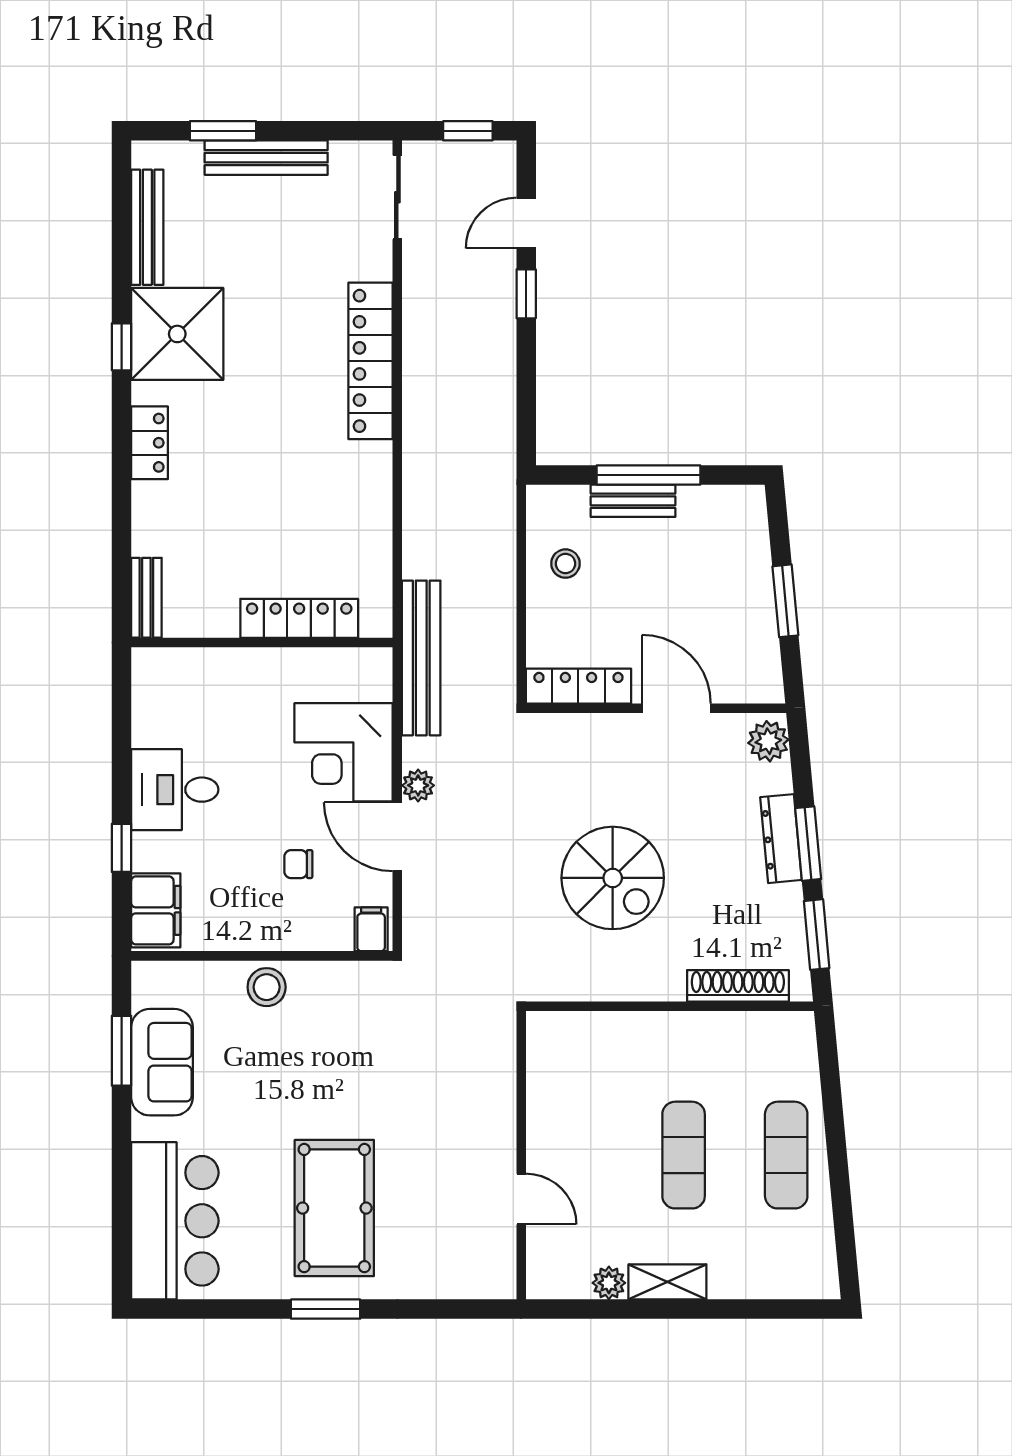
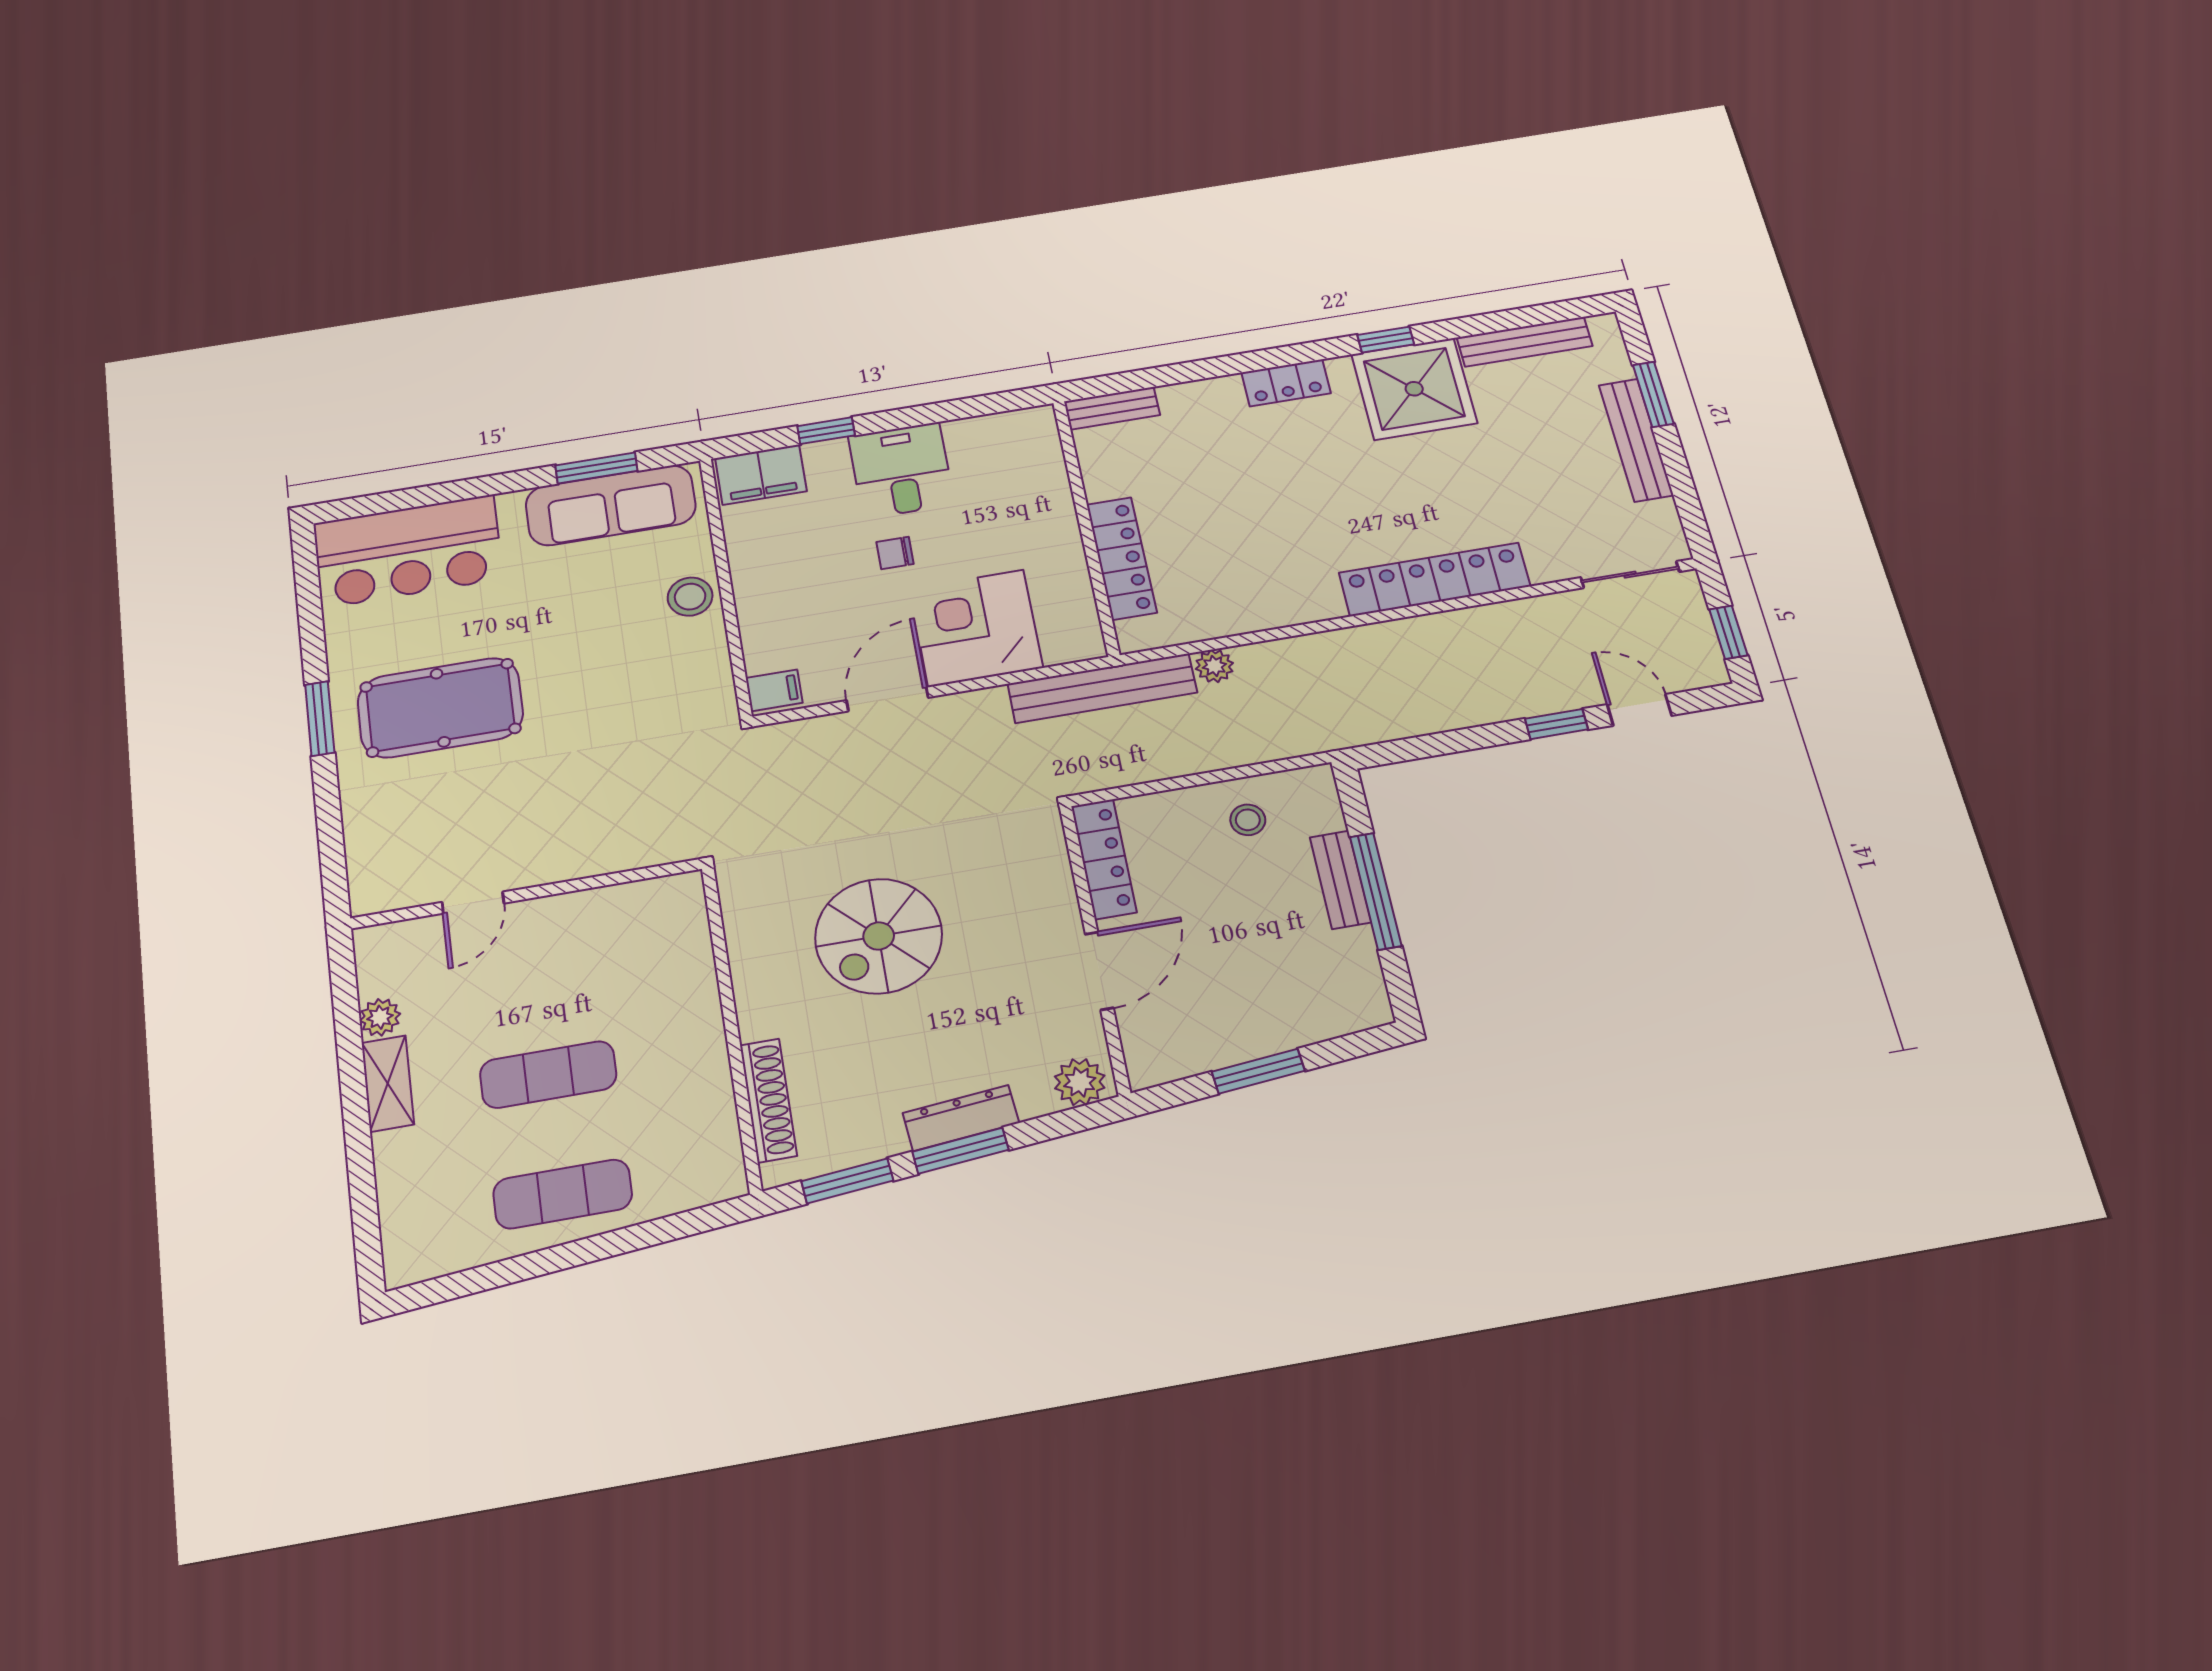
plant: (418, 785) -> (1214, 666), moved
chair: (298, 864) -> (895, 553), moved, turned -90
sofa: (162, 1062) -> (611, 505), width x1.36

